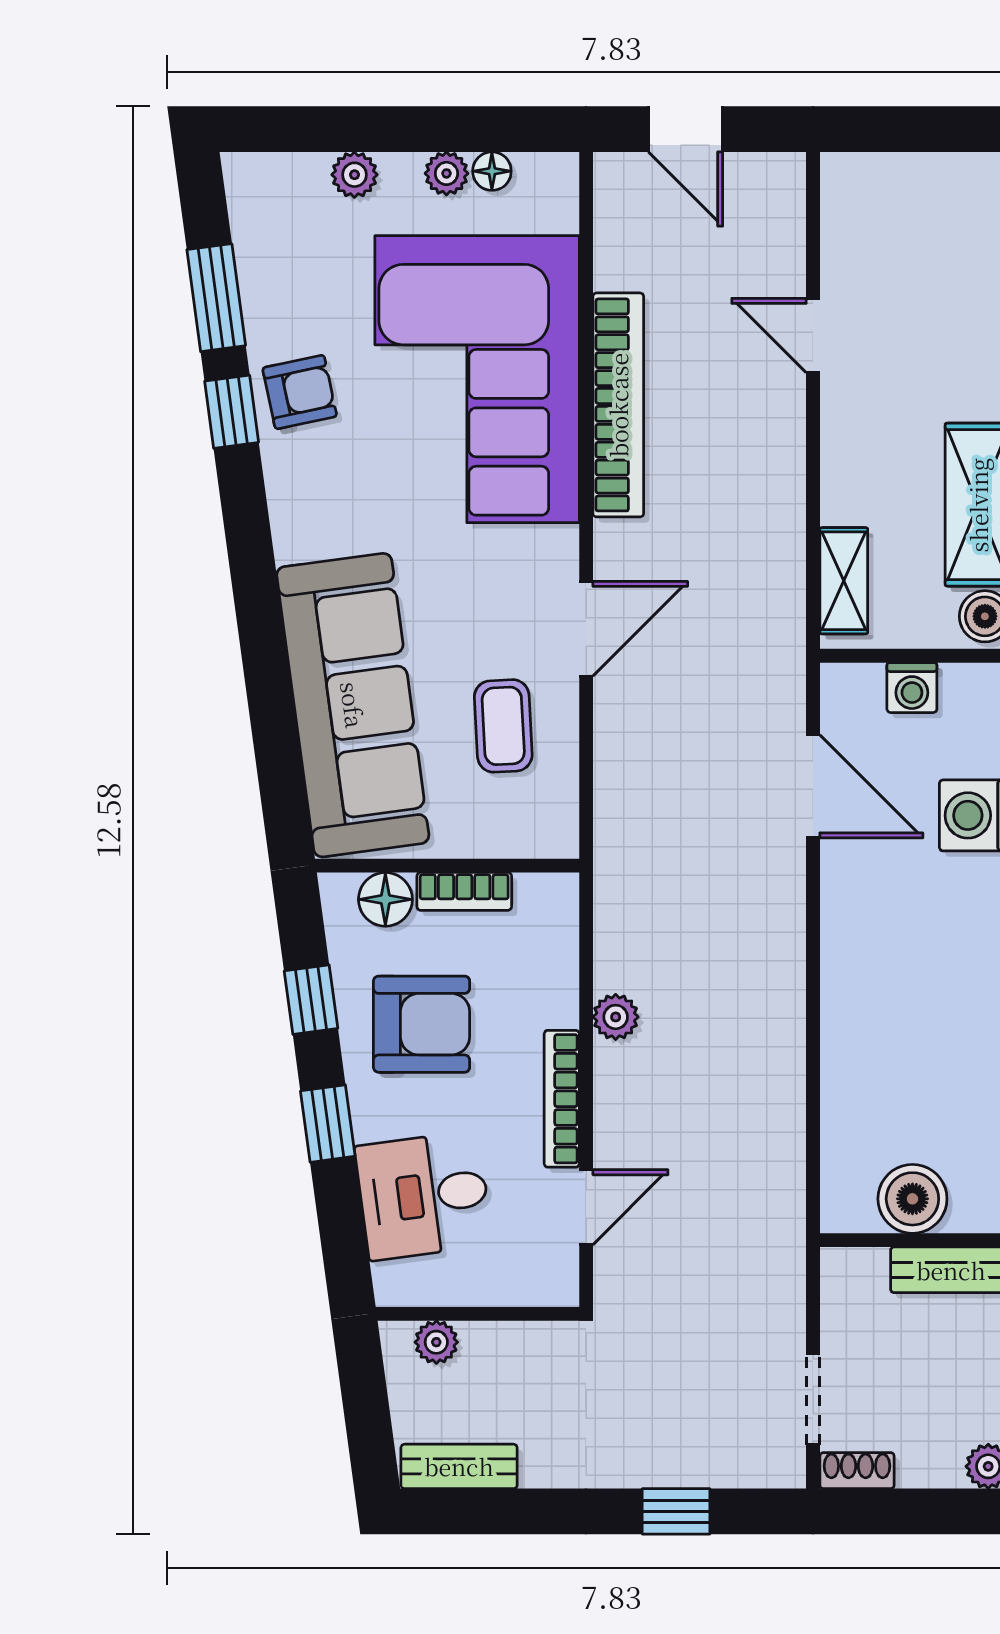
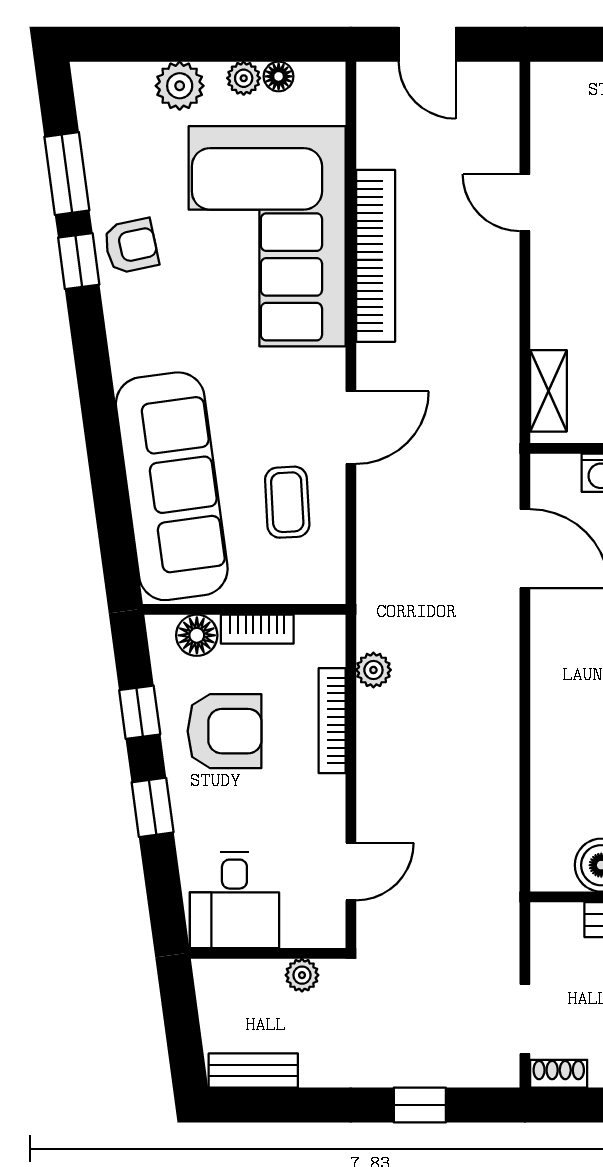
plant: (354, 175) -> (180, 86), width x1.38, depth x1.38
plant: (616, 1017) -> (373, 670), moved
bookcase: (562, 1099) -> (332, 721), moved
desk: (424, 1196) -> (234, 900), moved, turned -82
plant: (436, 1342) -> (302, 975), moved

